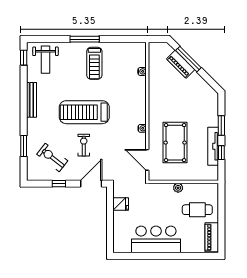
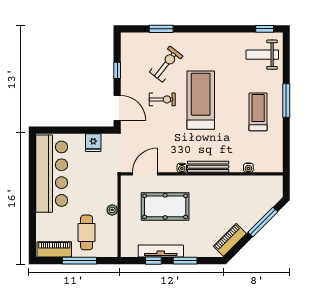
treadmill: (94, 63) -> (258, 112), turned 90
piano: (181, 64) -> (230, 240), moved
bench: (31, 100) -> (208, 167), moved
exercise bike: (52, 157) -> (166, 64), moved
window: (221, 216) -> (79, 261), added
bar counter: (156, 239) -> (52, 174), width x1.36

